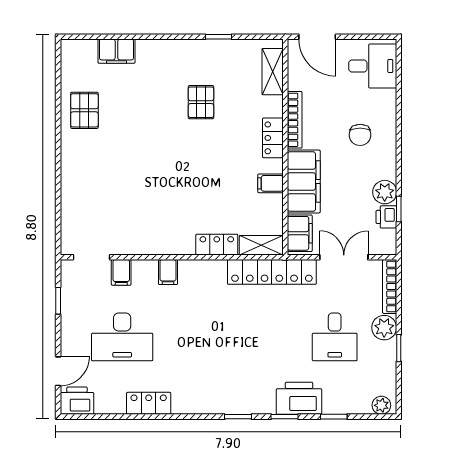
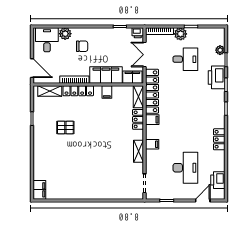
door: (317, 37) -> (32, 68), hinge flipped
filing cabinet: (116, 51) -> (39, 190), moved
pallet: (84, 110) -> (70, 187), removed
locker: (273, 138) -> (78, 91), width x1.53
plant: (385, 192) -> (65, 34), moved
printer: (386, 217) -> (138, 33), moved
shelving: (154, 245) -> (138, 151), added
filing cabinet: (121, 272) -> (152, 120), moved
door: (58, 371) -> (203, 200), hinge flipped
printer: (77, 401) -> (218, 180), moved
locker: (149, 403) -> (219, 139), moved
plant: (381, 405) -> (220, 50), moved

